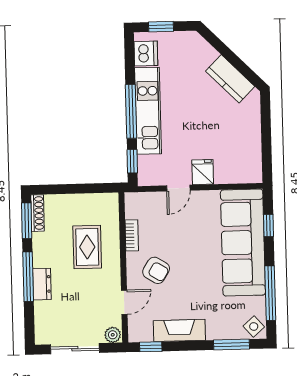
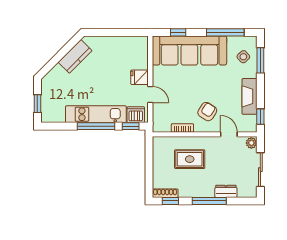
dishwasher: (146, 54) -> (136, 115), moved
window: (27, 221) -> (170, 201), width x0.67
dresser: (42, 284) -> (226, 191), moved
side table: (254, 326) -> (243, 57), moved

